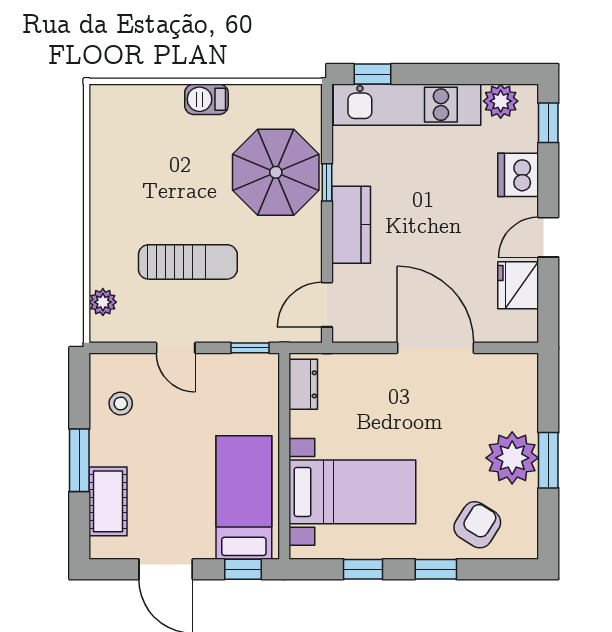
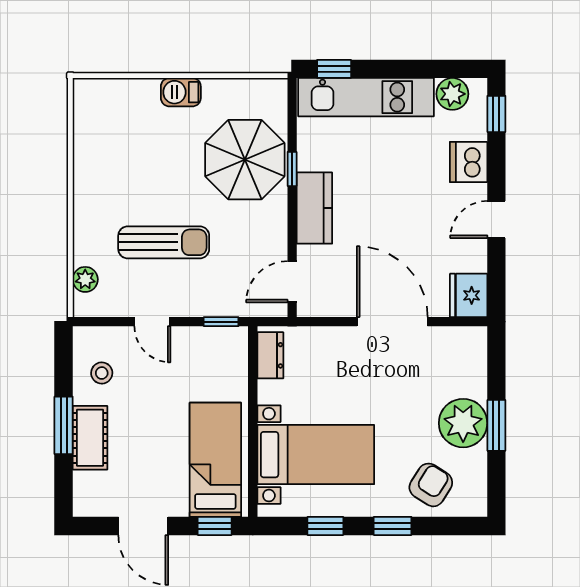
fridge: (518, 285) -> (469, 295), moved
cot: (108, 501) -> (90, 438), moved

